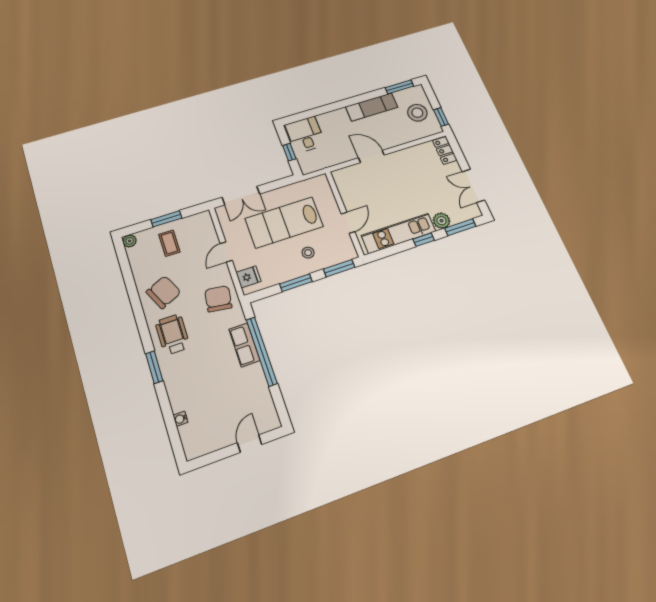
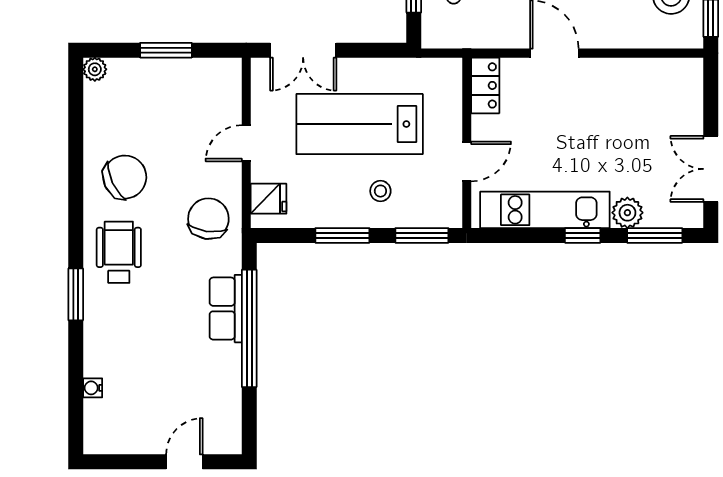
locker: (445, 150) -> (485, 85), moved, turned 180
coffee table: (169, 243) -> (158, 96), removed

